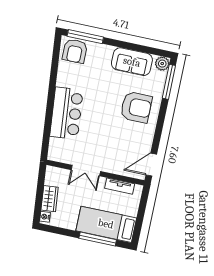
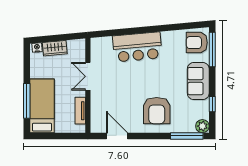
window: (142, 49) -> (212, 104), added
sofa: (132, 62) -> (198, 81), moved
door: (151, 165) -> (117, 136), moved

